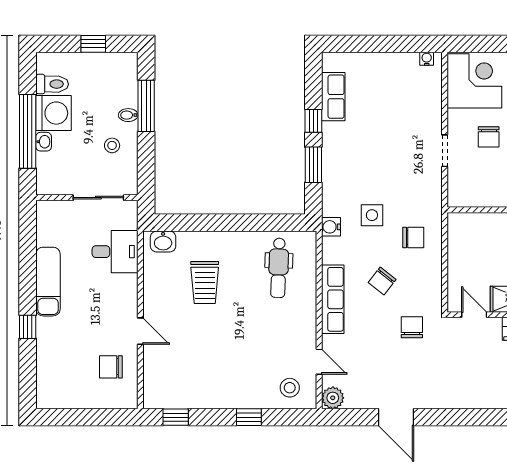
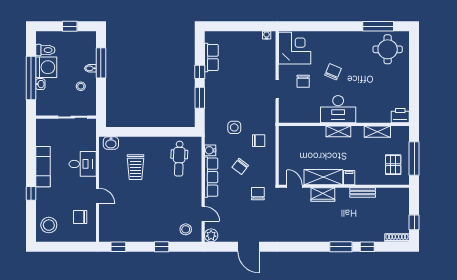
water cooler: (331, 227) -> (210, 150), moved
desk: (115, 252) -> (83, 164), moved
stool: (58, 381) -> (49, 225), added

